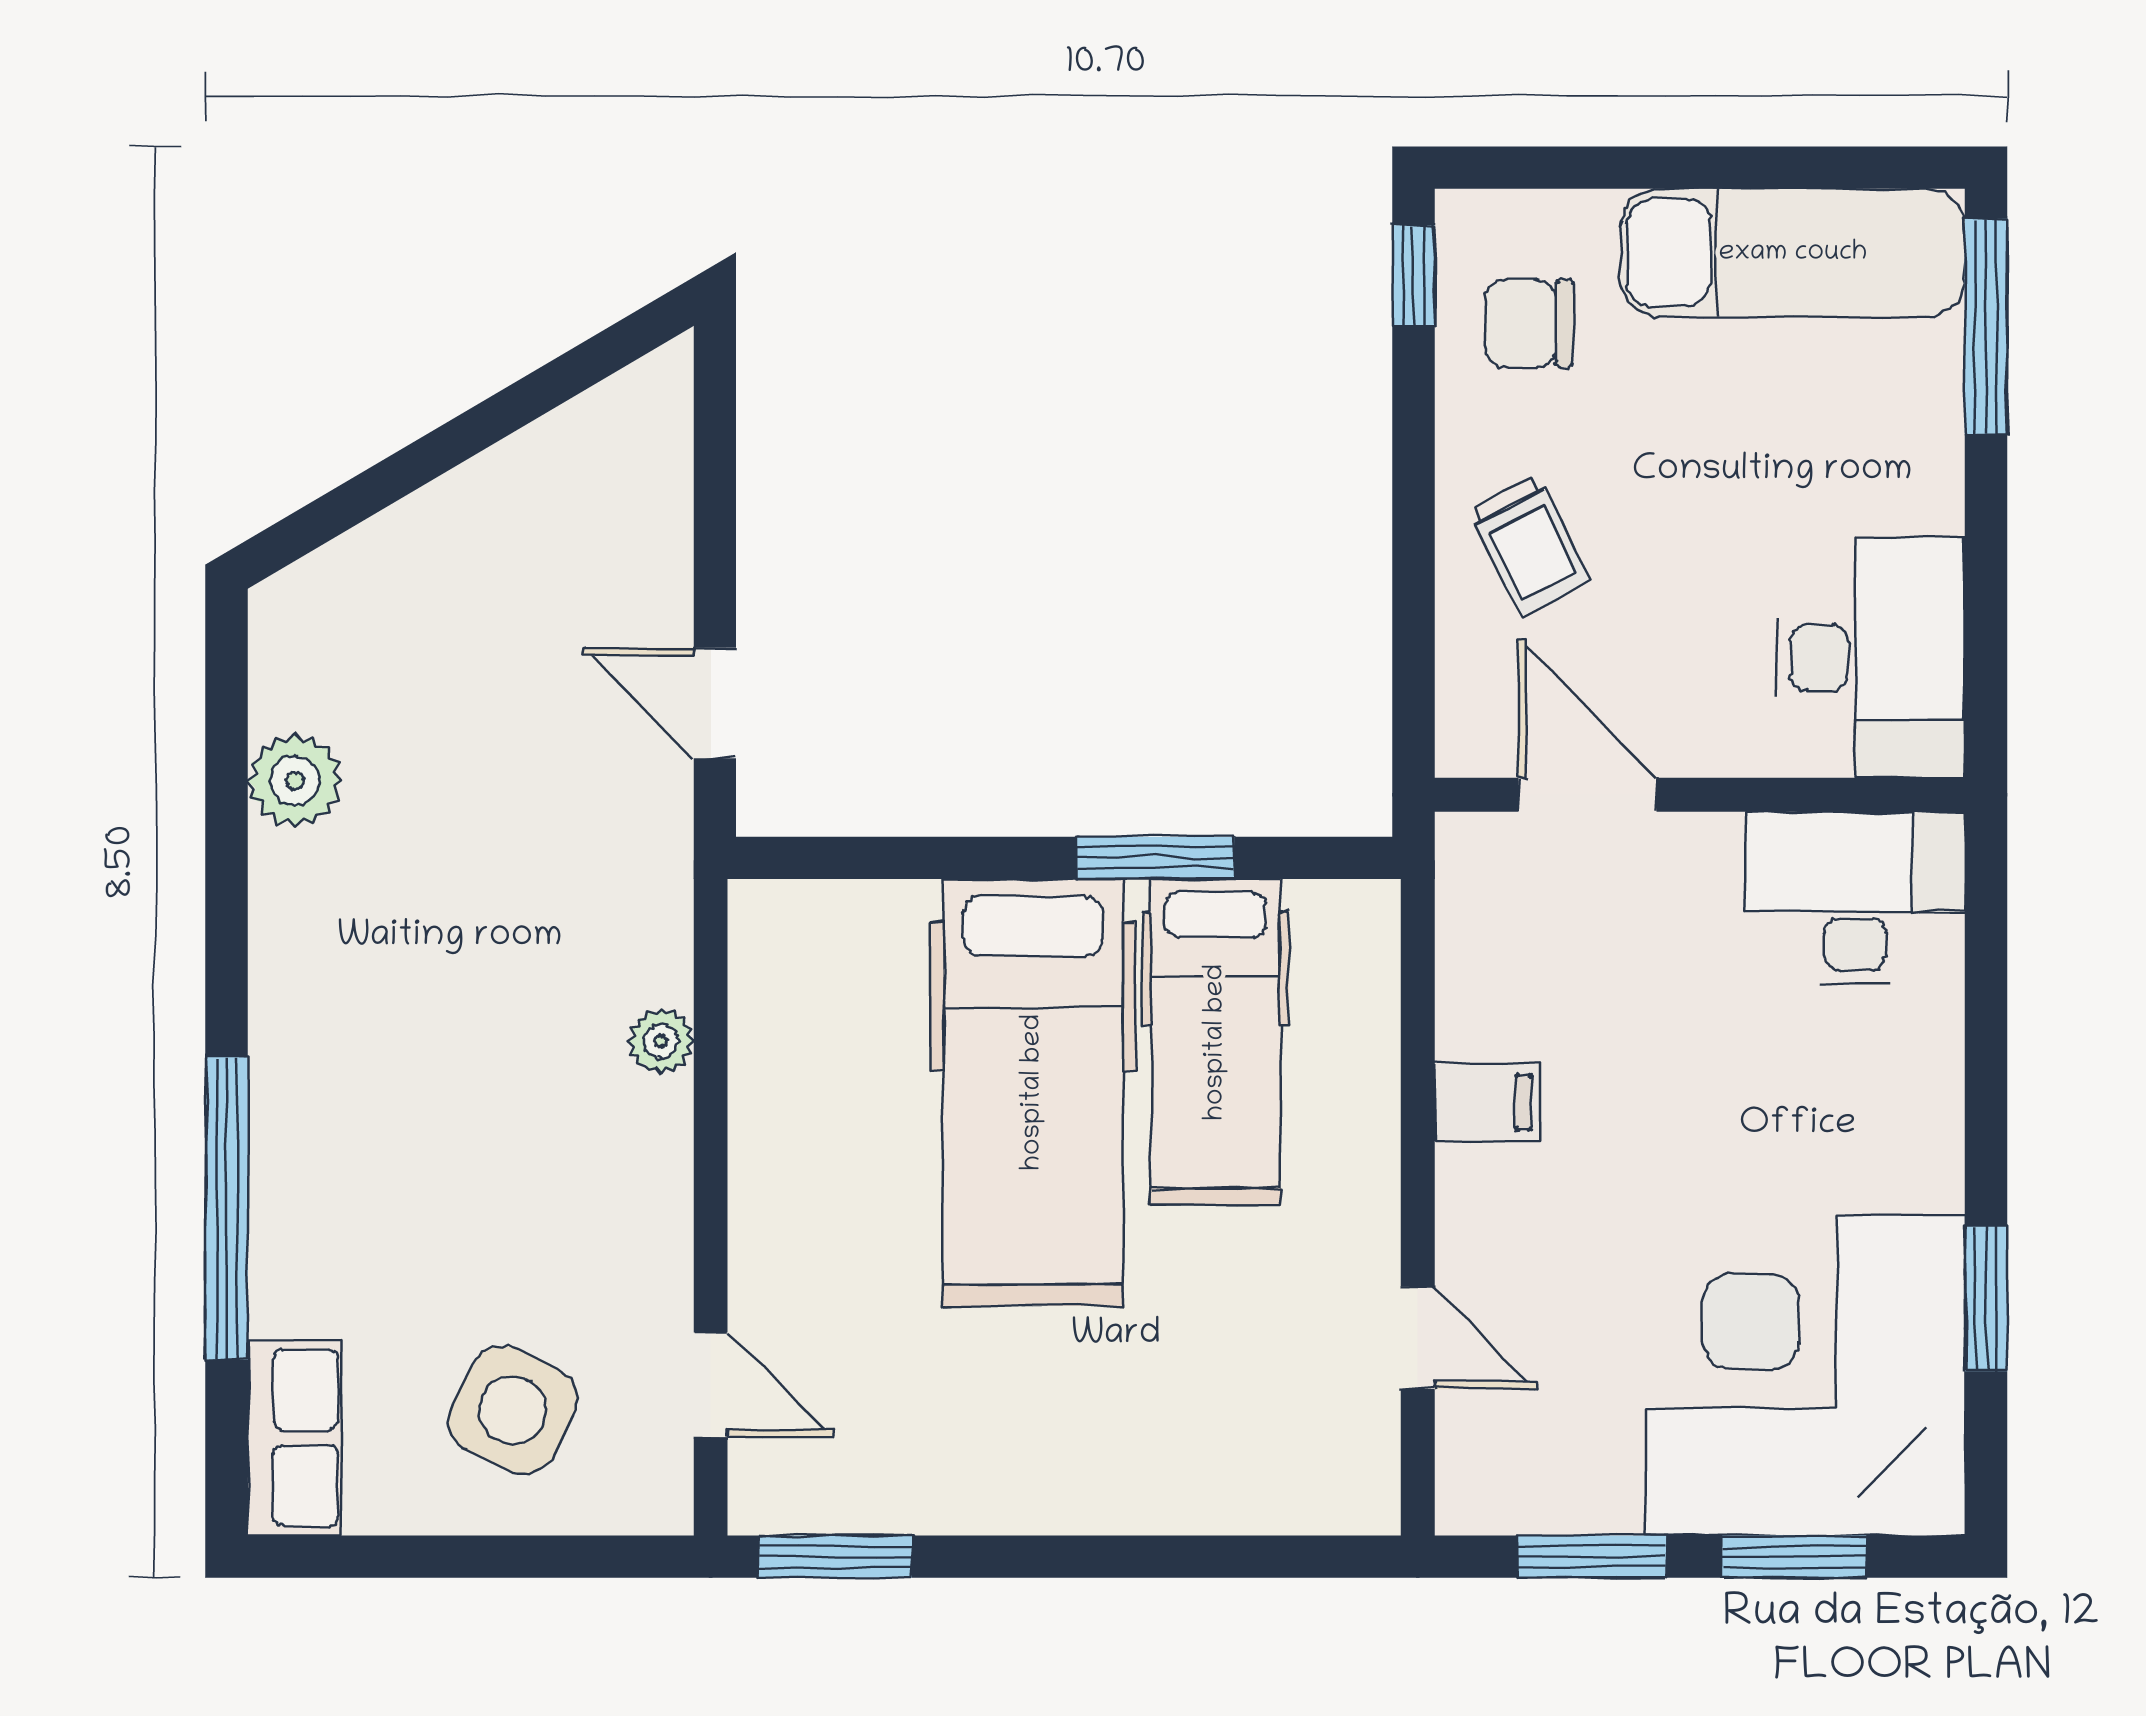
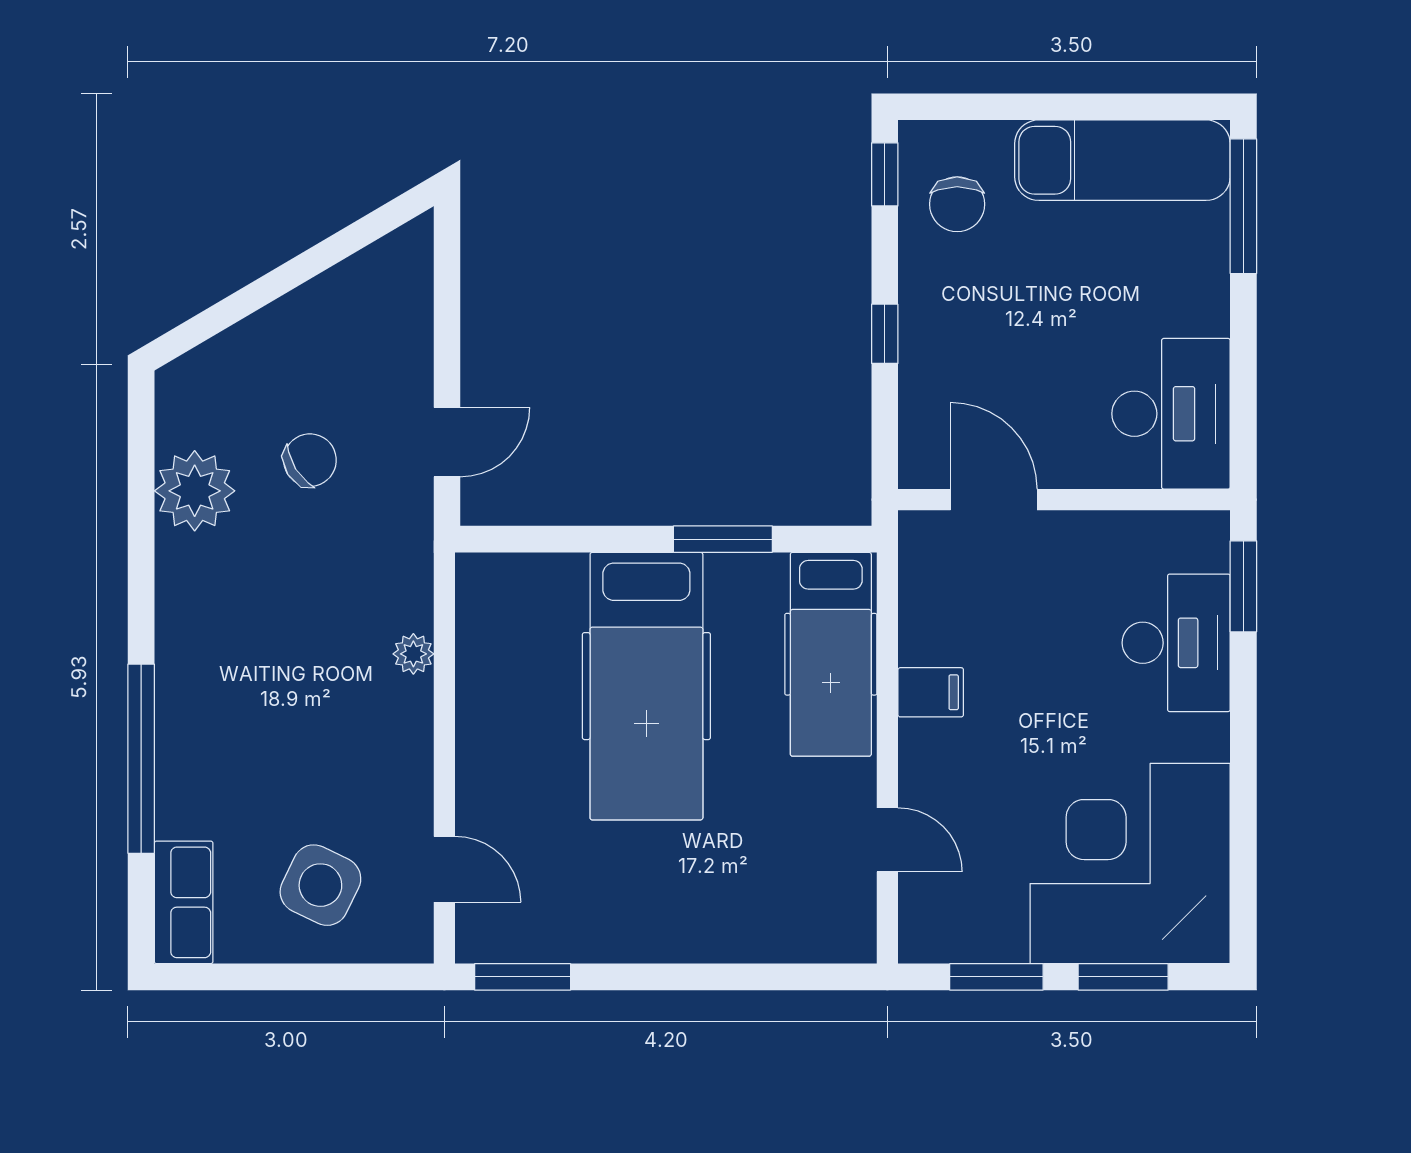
chair: (1529, 323) -> (957, 204), turned -90
window: (1414, 530) -> (885, 334), added
trolley: (1529, 546) -> (957, 343), removed
door: (715, 703) -> (447, 442), swing flipped
chair: (496, 732) -> (310, 460), added
plant: (295, 781) -> (195, 491), width x1.36, depth x1.36
desk: (1855, 898) -> (1176, 643), moved, turned 90
hospital bed: (1216, 1042) -> (831, 654), moved
window: (1986, 1298) -> (1243, 586), moved

